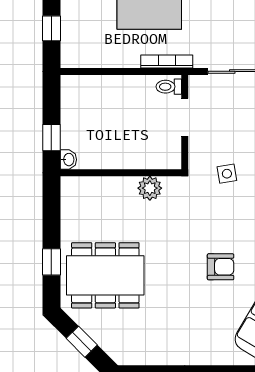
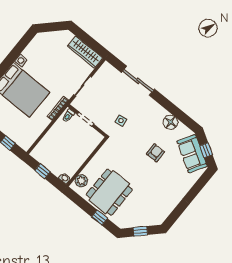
window: (51, 138) -> (42, 171), moved
plant: (150, 188) -> (81, 181), moved
dining table: (105, 275) -> (109, 192), moved

